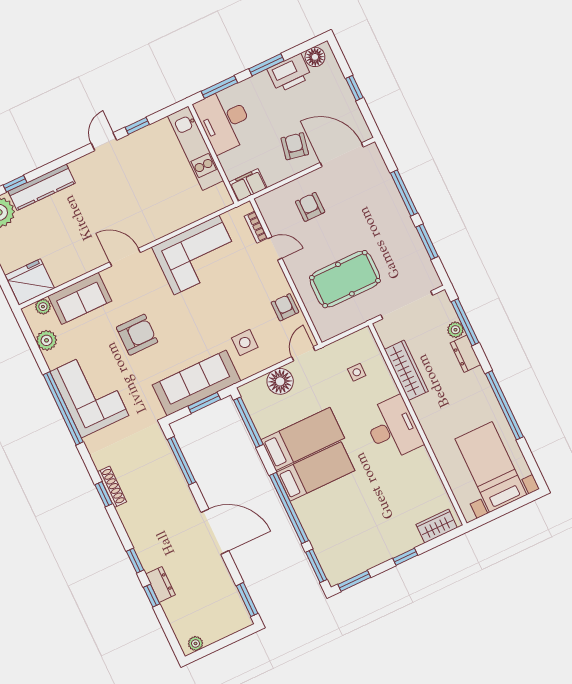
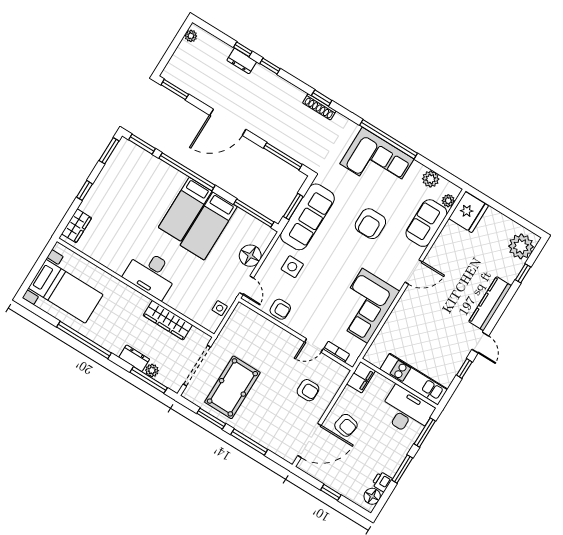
printer: (289, 73) -> (382, 482), width x0.53, depth x0.68
kitchen counter: (42, 187) -> (490, 304), moved
pool table: (345, 279) -> (232, 387), moved
side table: (357, 372) -> (220, 308), moved

